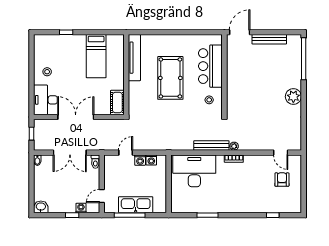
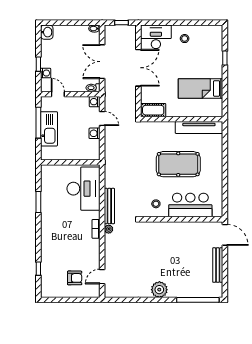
washing machine: (151, 160) -> (95, 102), moved

